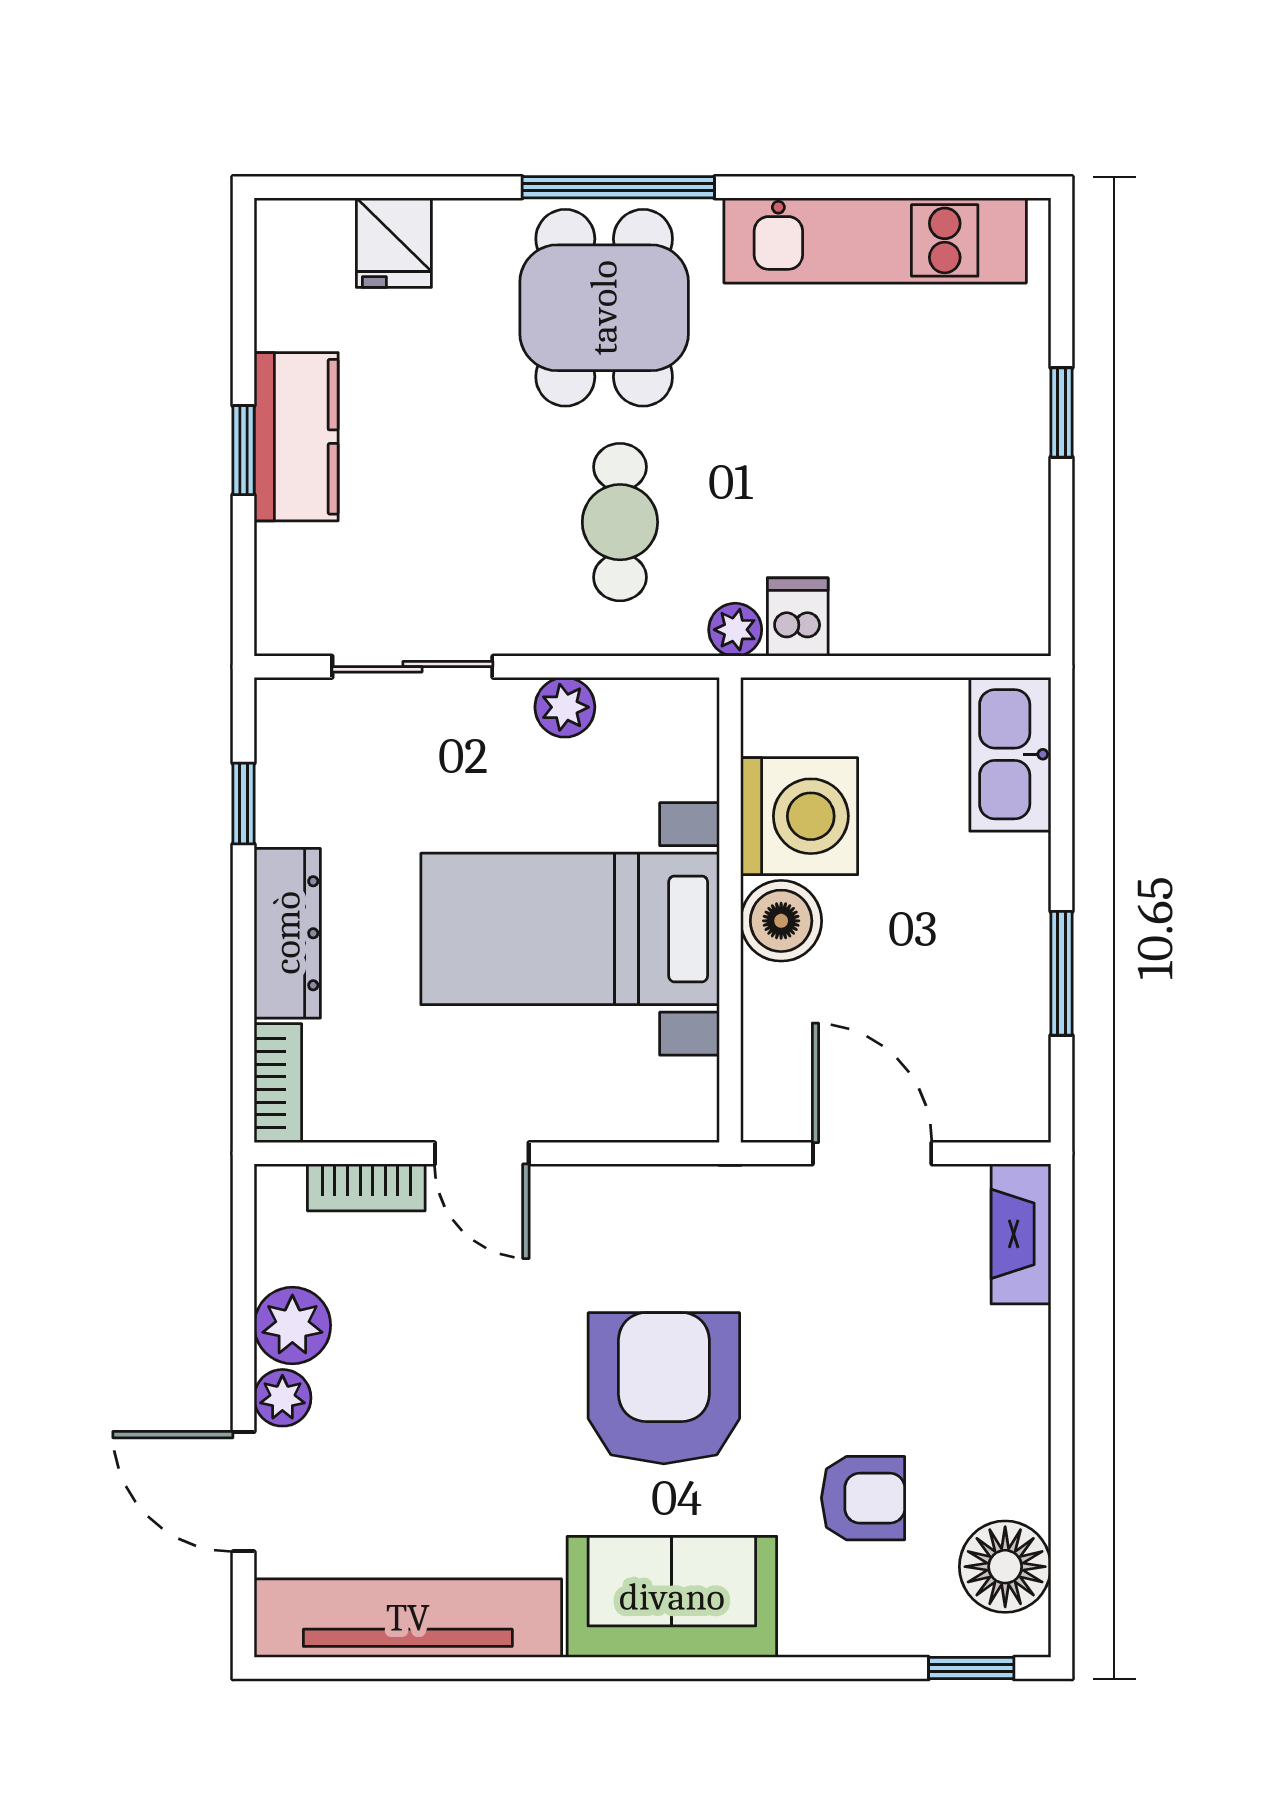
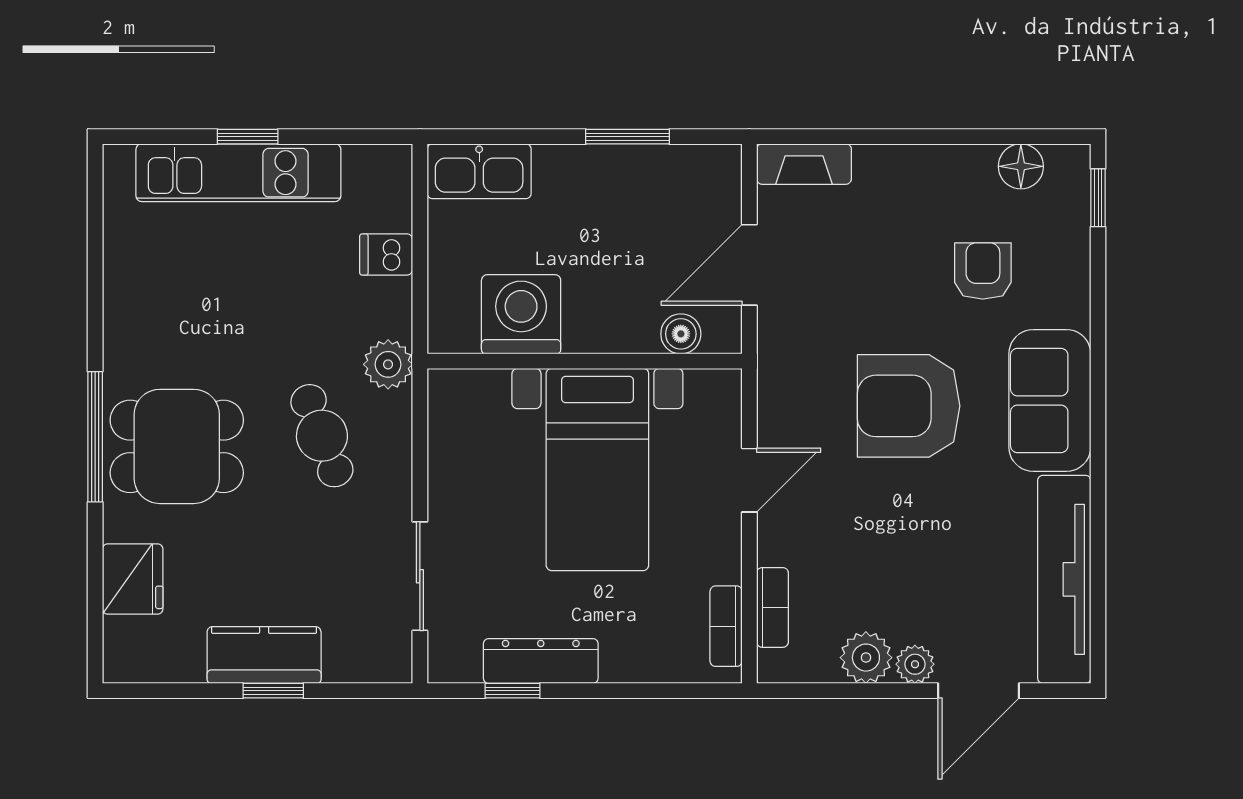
kitchen unit: (875, 240) -> (238, 173), moved, turned 90
fridge: (394, 243) -> (133, 579), width x1.38
cafe table: (620, 522) -> (322, 436), turned 69
dishwasher: (798, 617) -> (386, 254), moved
plant: (735, 630) -> (388, 364), width x1.38, depth x1.38
plant: (565, 707) -> (447, 473), removed
boiler: (781, 921) -> (681, 334), moved, width x0.73, depth x0.73
dresser: (287, 933) -> (541, 661), moved
bookcase: (278, 1083) -> (726, 626), moved, turned -90
door: (482, 1153) -> (749, 480), moved
floor lamp: (1005, 1567) -> (1021, 166), width x0.73, depth x0.73

